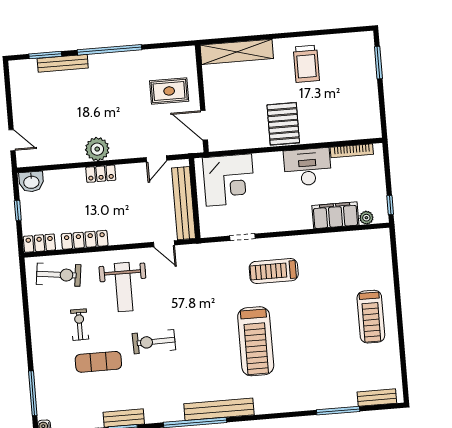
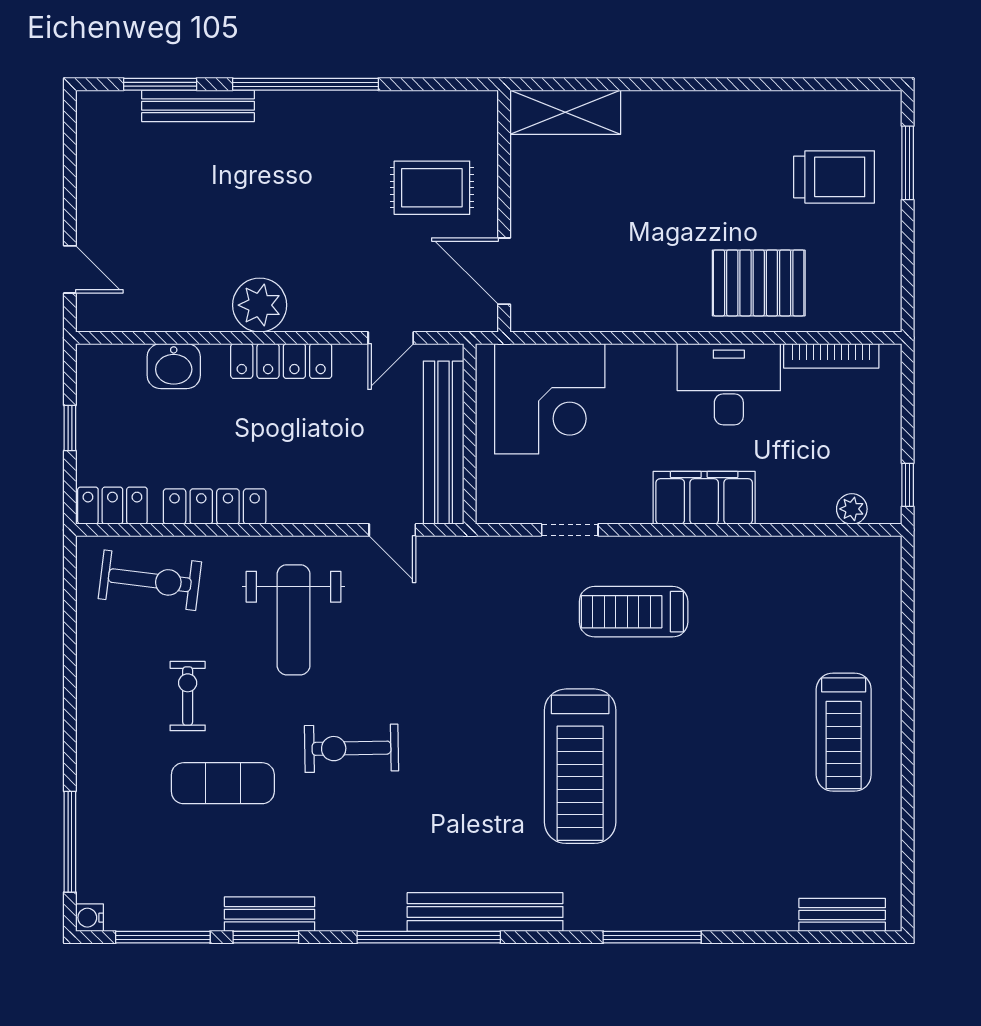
shelving: (237, 52) -> (565, 112), width x0.68
trolley: (306, 64) -> (834, 177), moved, turned -90
pallet: (283, 124) -> (759, 283), moved, turned 90
locker: (101, 174) -> (281, 361), width x1.53
washbasin: (31, 182) -> (174, 366), moved
filing cabinet: (335, 215) -> (704, 498), moved
window: (338, 411) -> (652, 937), moved

